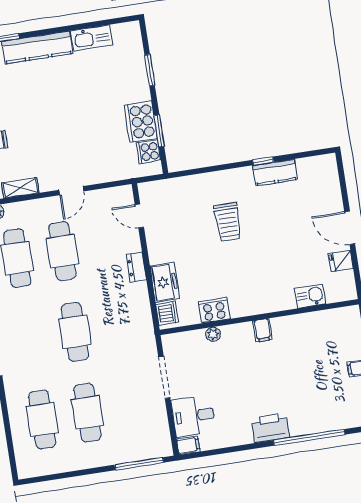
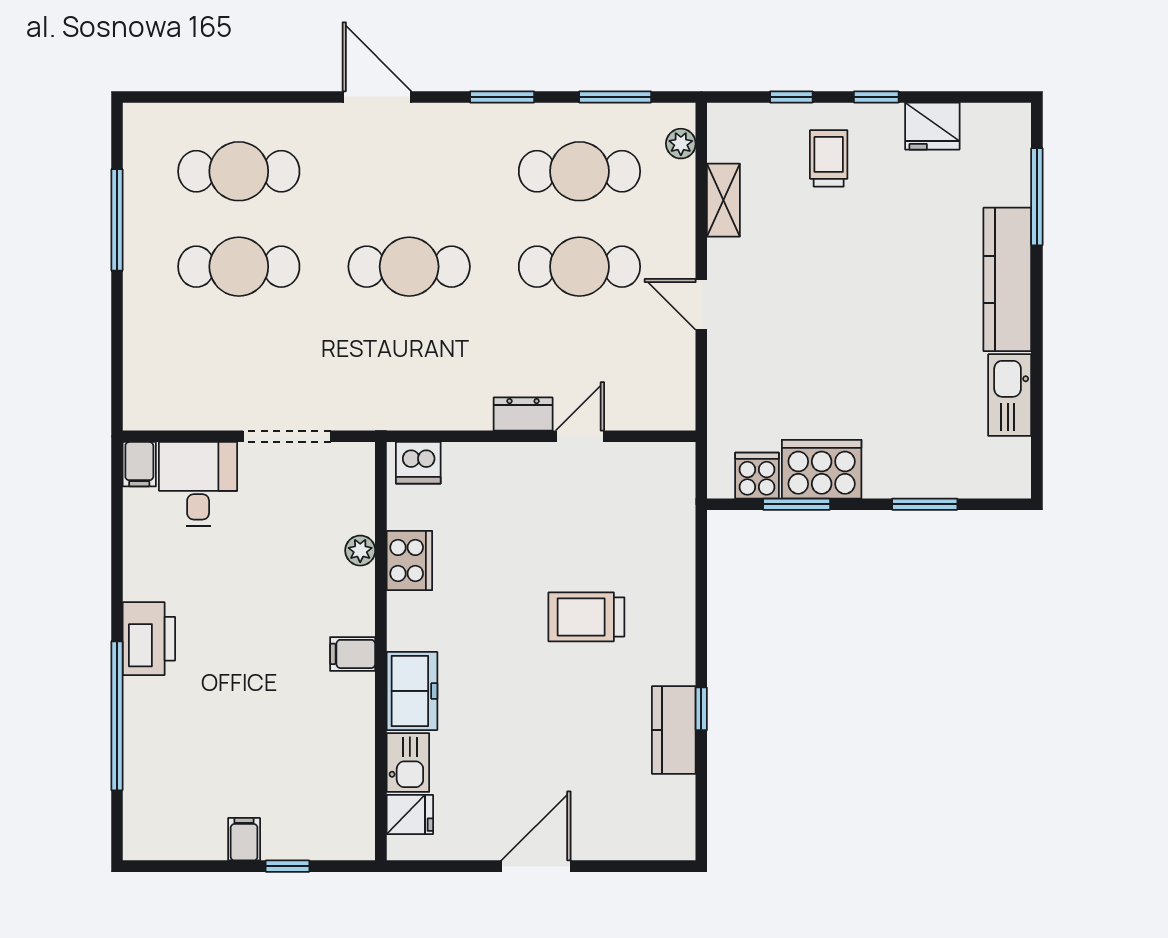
door: (139, 216) -> (580, 436), moved
fridge: (341, 261) -> (410, 815), moved, turned 90
freezer: (165, 282) -> (412, 691), moved, turned -90
window: (139, 464) -> (117, 220), moved

